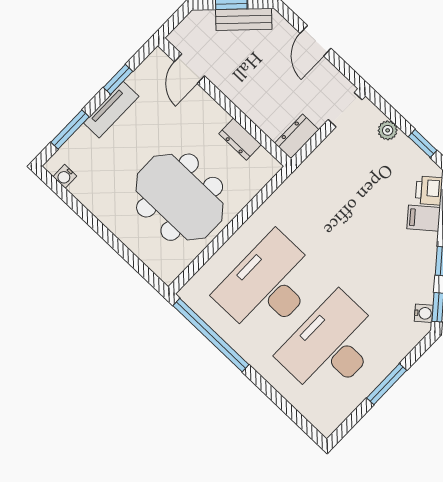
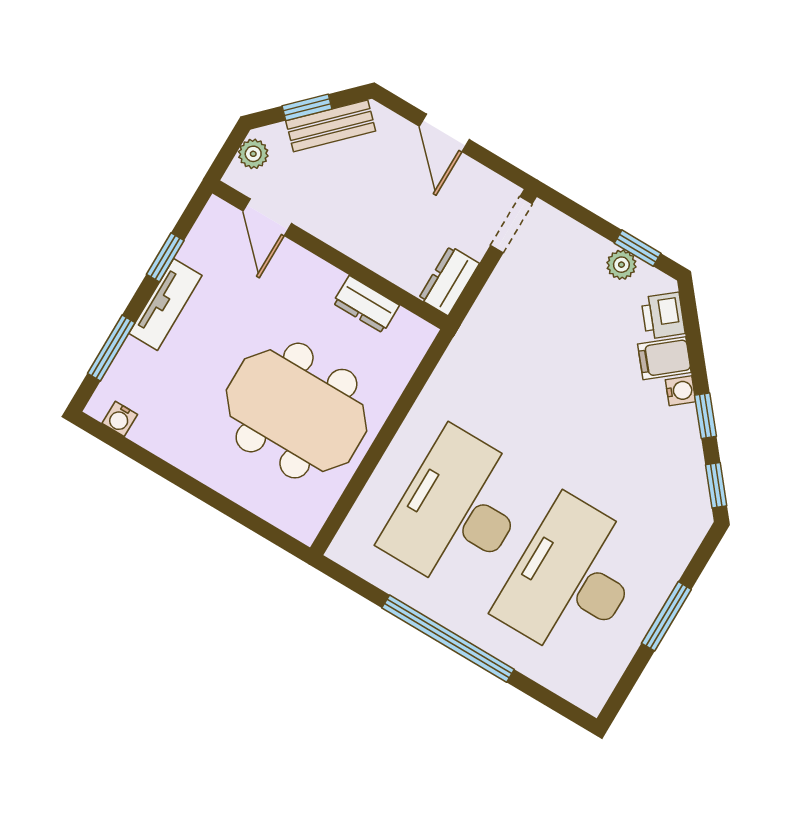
plant: (190, 26) -> (253, 154), added
plant: (388, 130) -> (621, 265), moved
water cooler: (424, 313) -> (680, 391), moved
window: (211, 335) -> (448, 639), moved

